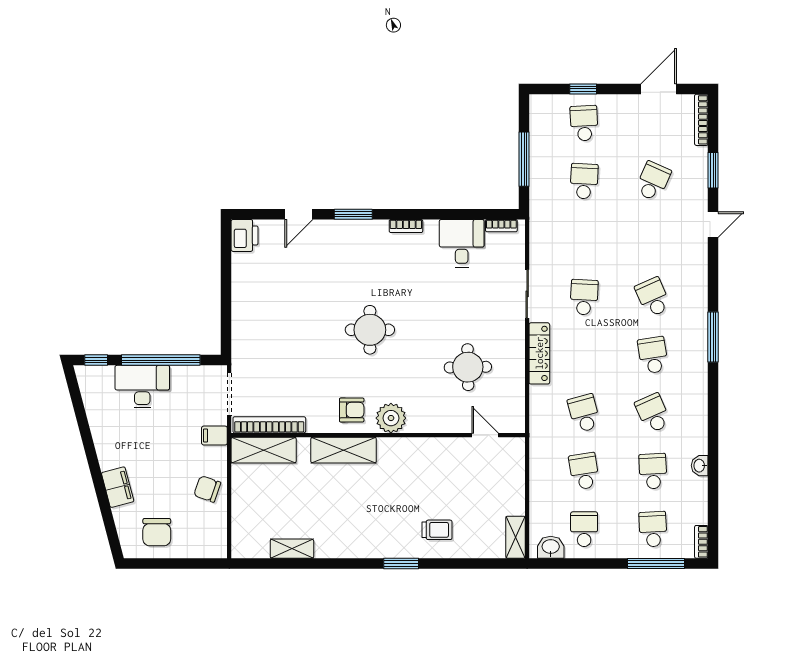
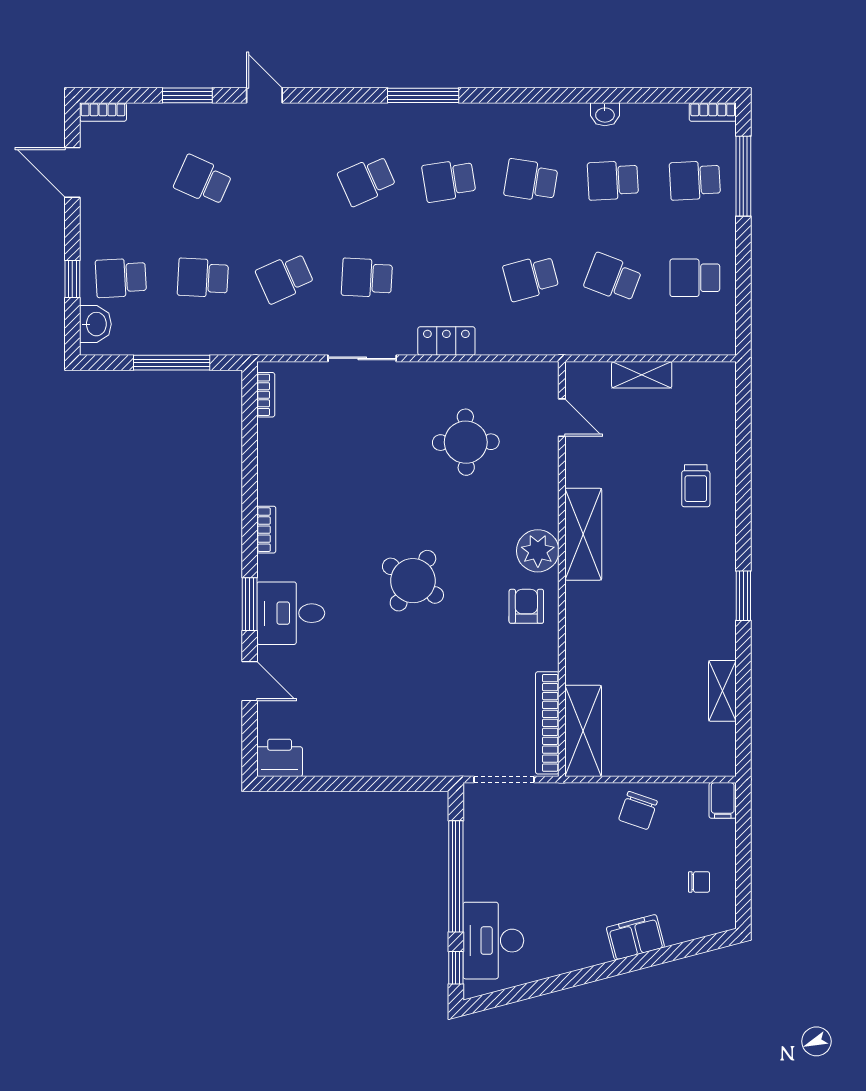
bookcase: (701, 120) -> (103, 112), width x0.64
school desk: (584, 239) -> (285, 278), added
desk: (462, 243) -> (291, 613), moved
round table: (370, 330) -> (413, 581), turned 33
locker: (539, 353) -> (446, 341), width x0.66
desk: (142, 387) -> (493, 941), moved
school desk: (653, 413) -> (531, 180), turned 33
door: (485, 435) -> (562, 418), swing flipped
filing cabinet: (214, 436) -> (723, 800), moved
shelving: (344, 450) -> (583, 534), moved
school desk: (584, 471) -> (613, 278), turned 30
trolley: (437, 530) -> (696, 486), turned 180
chair: (157, 532) -> (699, 882), width x0.54, depth x0.54
shelving: (516, 537) -> (642, 375), moved
washbasin: (551, 547) -> (95, 324), moved, turned 180
window: (401, 564) -> (743, 596), moved

